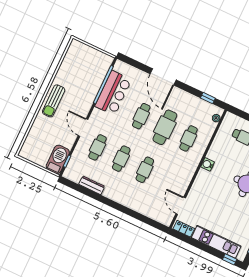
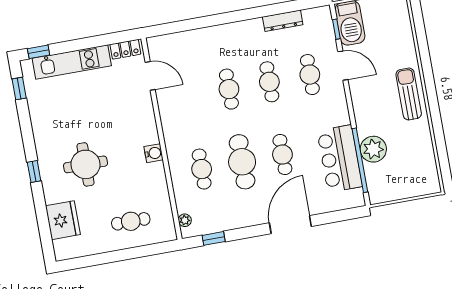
door: (163, 77) -> (290, 225), hinge flipped
plant: (92, 85) -> (373, 149), added
door: (83, 128) -> (343, 66), moved

